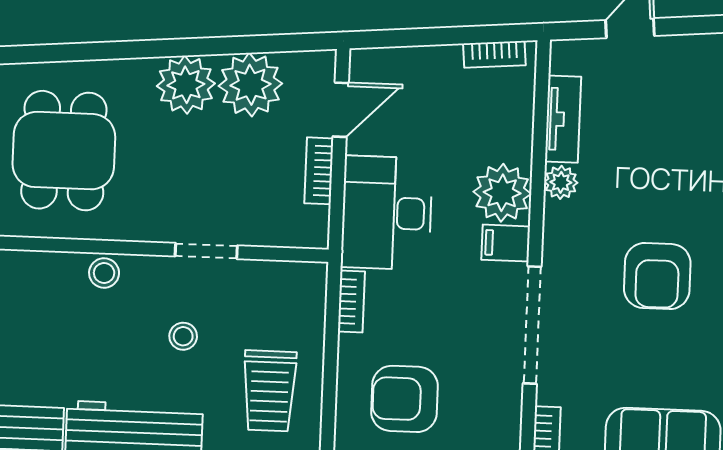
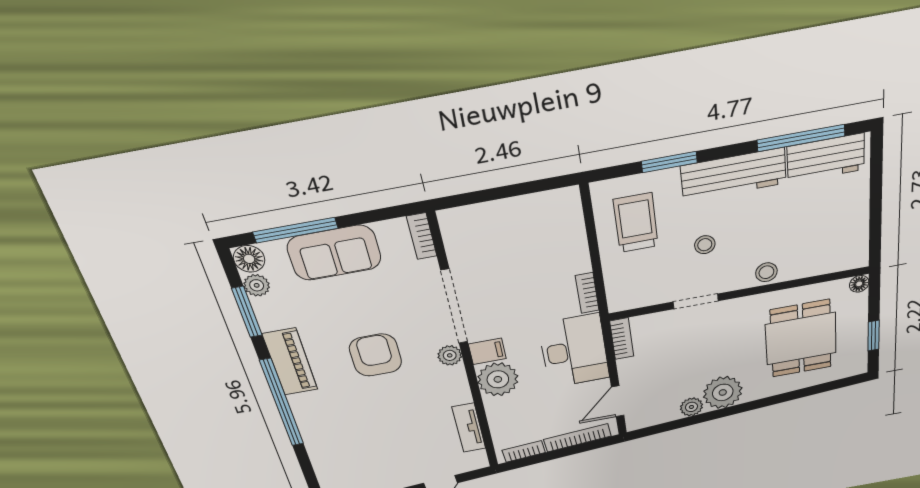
bookcase: (411, 58) -> (577, 438), added
plant: (250, 85) -> (691, 407), width x0.53, depth x0.53
bookcase: (319, 171) -> (622, 339), moved
plant: (561, 182) -> (450, 355), moved
armchair: (405, 399) -> (535, 239), removed

